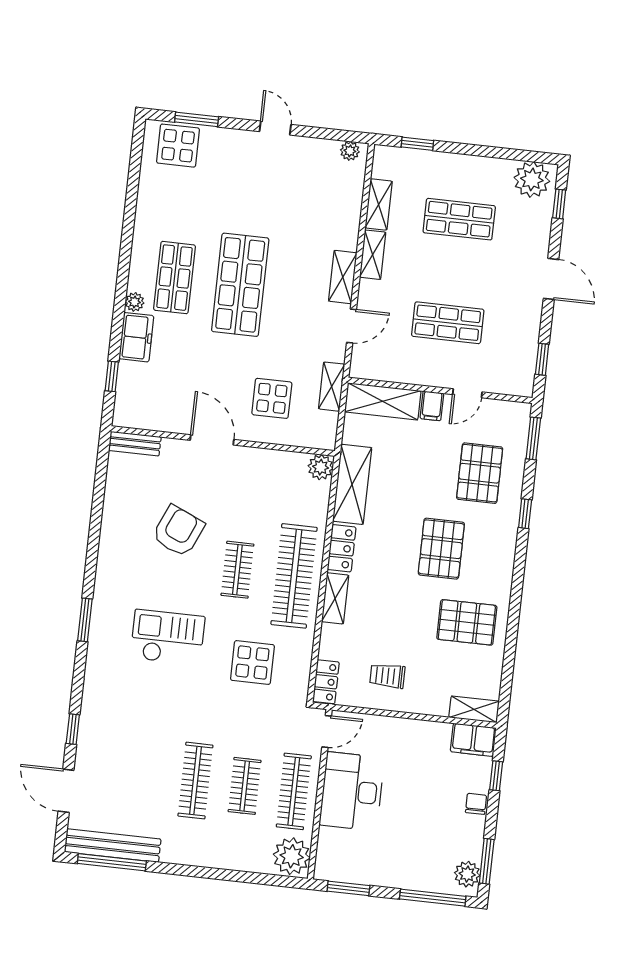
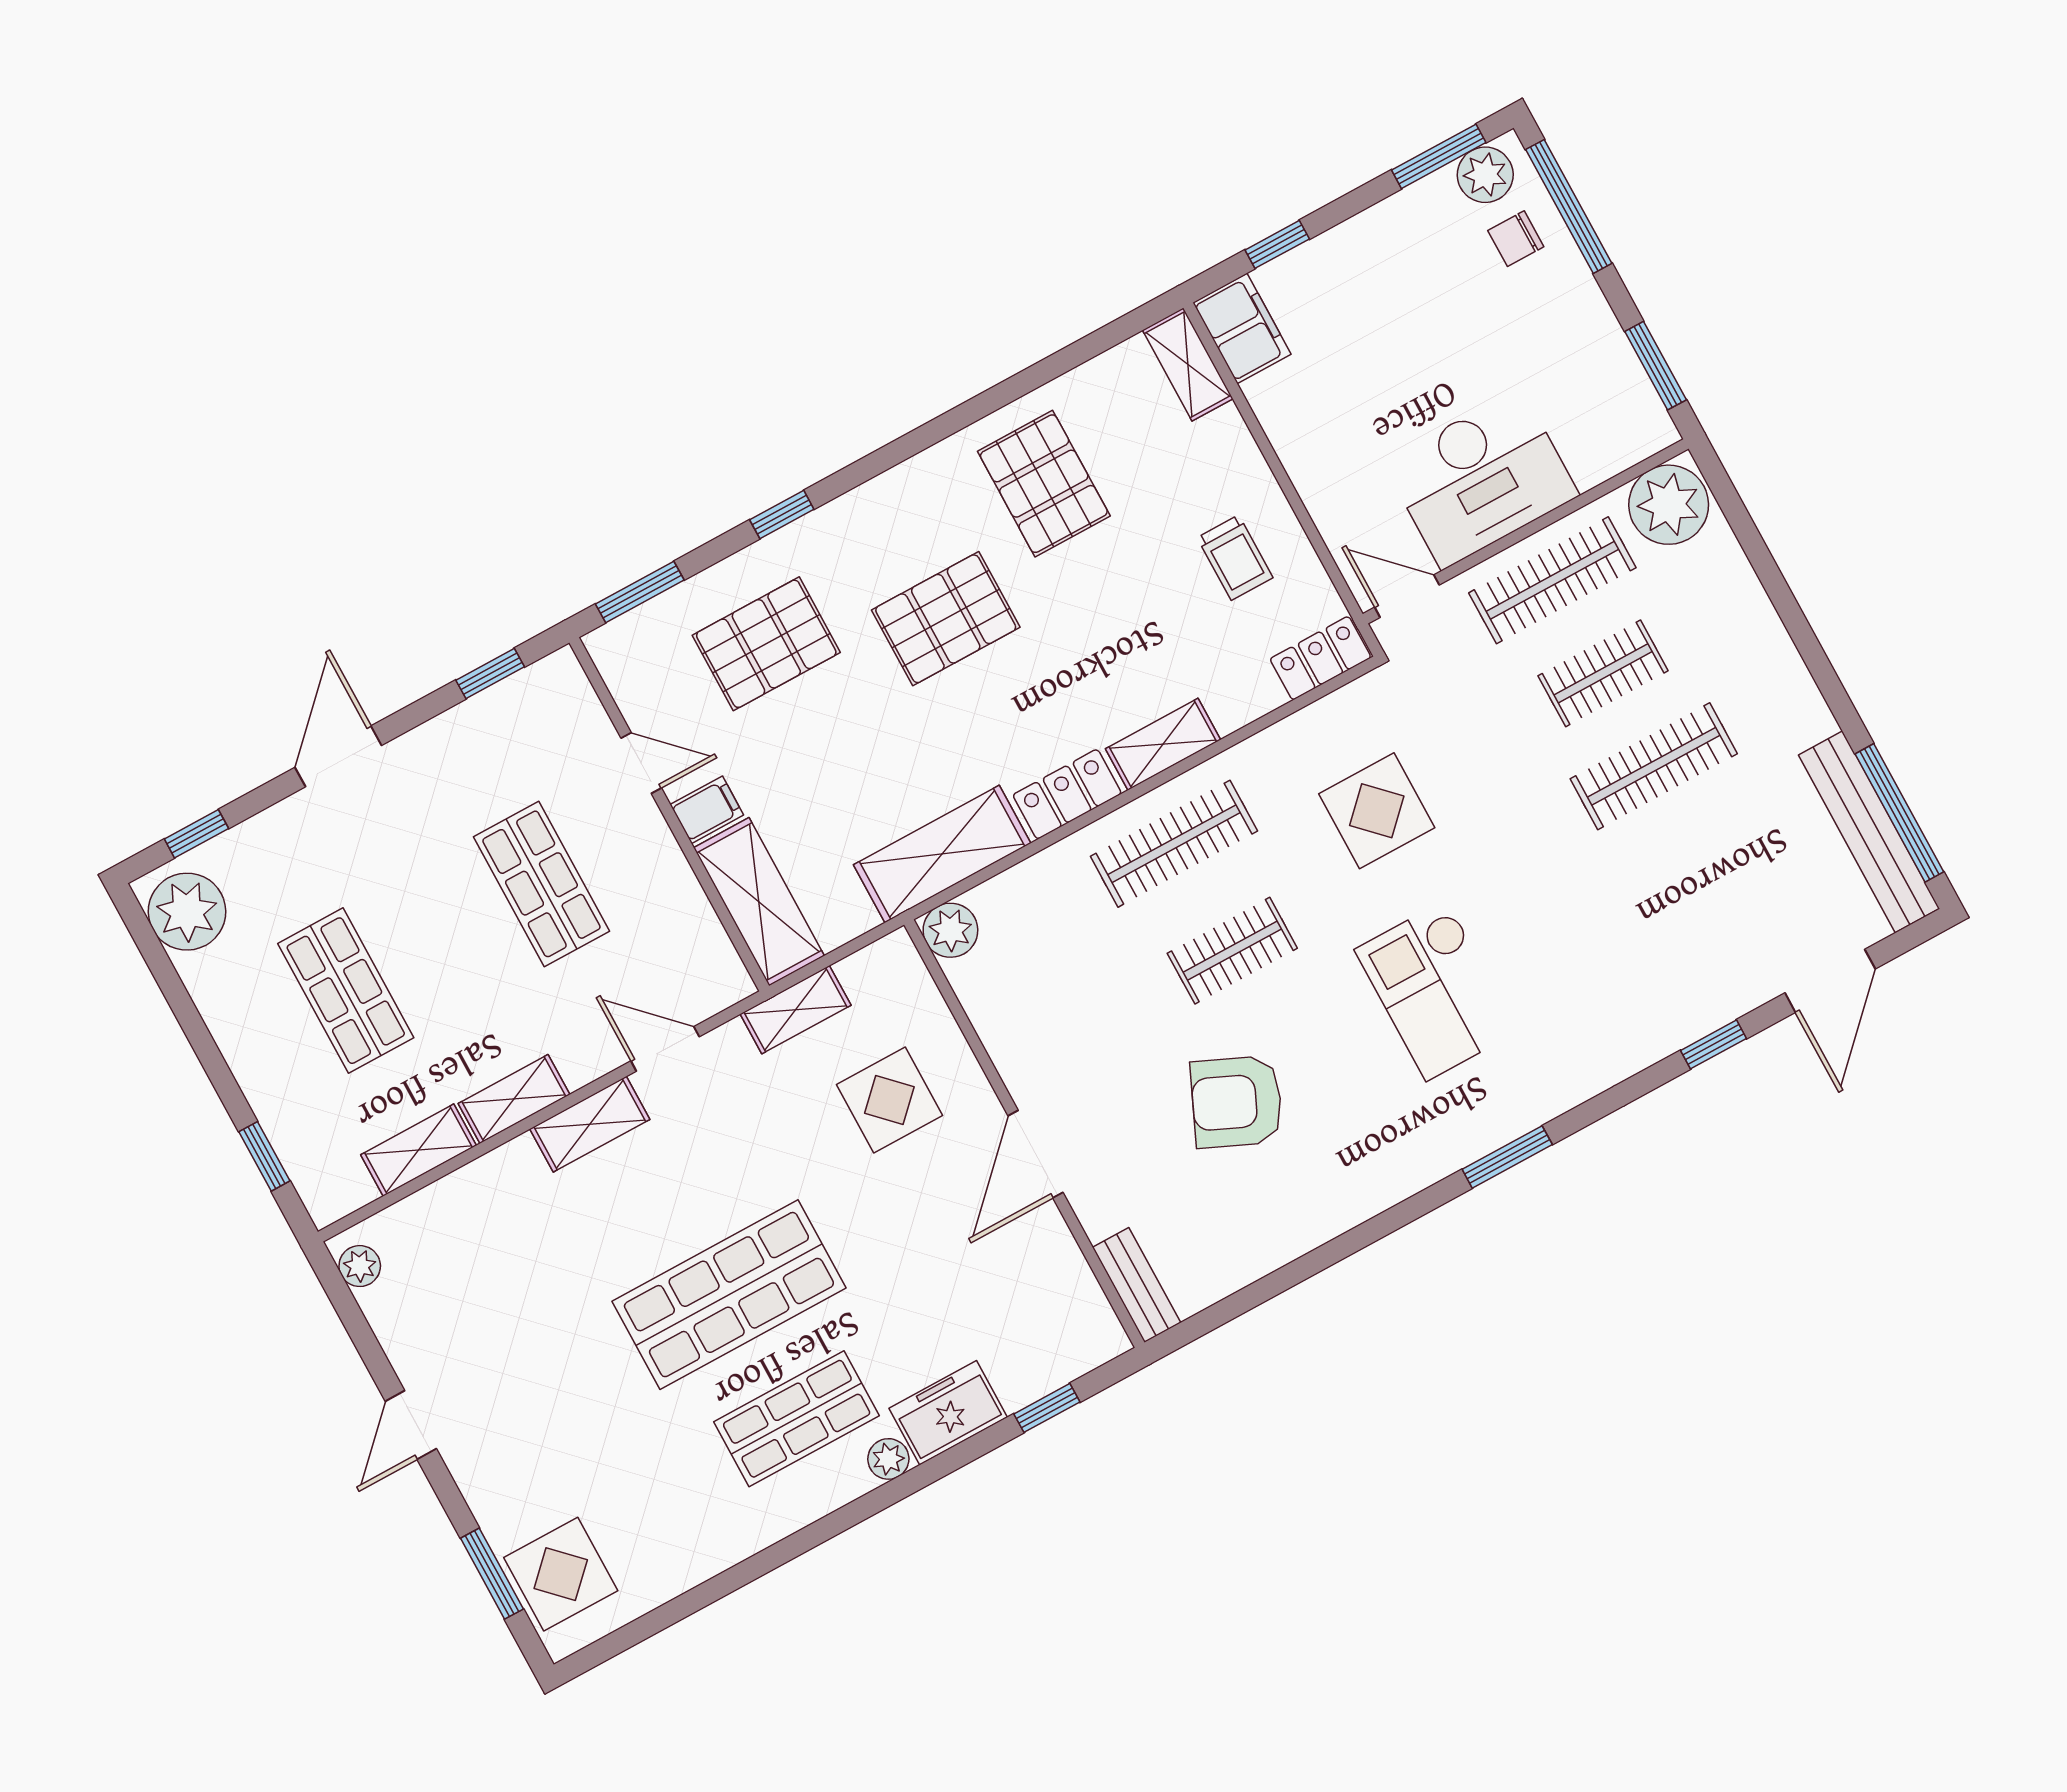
clothes rail: (294, 576) -> (1174, 844), width x0.73, depth x0.76
chair: (476, 804) -> (1516, 239), moved

